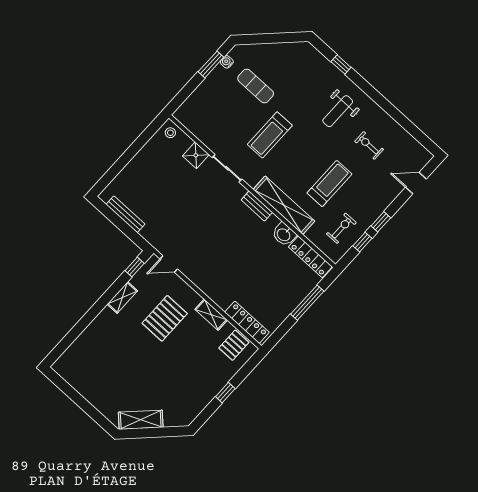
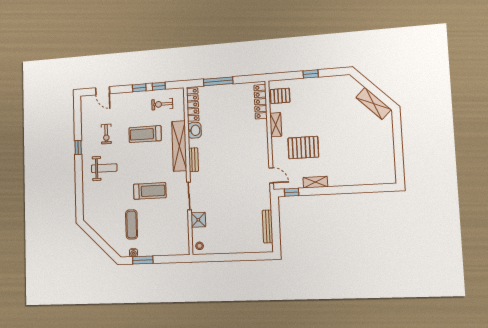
window: (341, 64) -> (78, 147), moved

